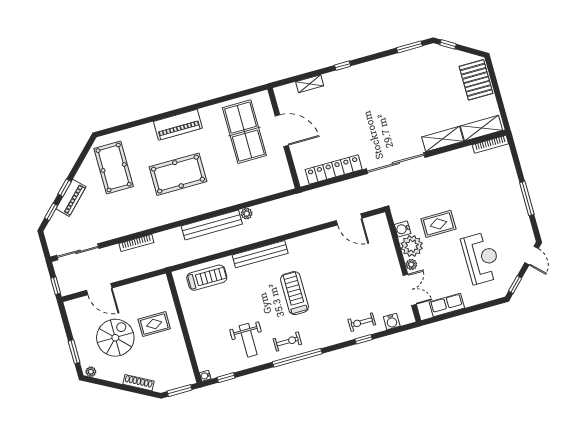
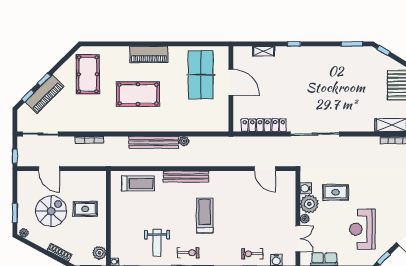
shelving: (443, 139) -> (358, 125), removed
piano: (71, 198) -> (45, 94), width x1.37, depth x1.33
reception desk: (481, 258) -> (362, 229), turned 180
plant: (185, 370) -> (99, 253), added

